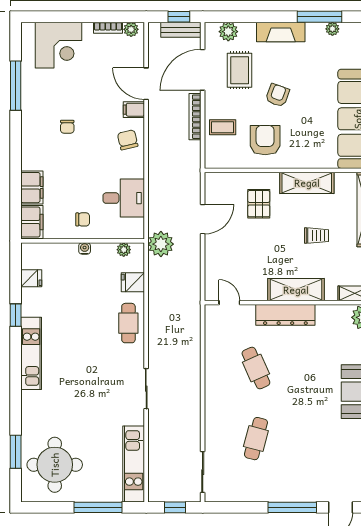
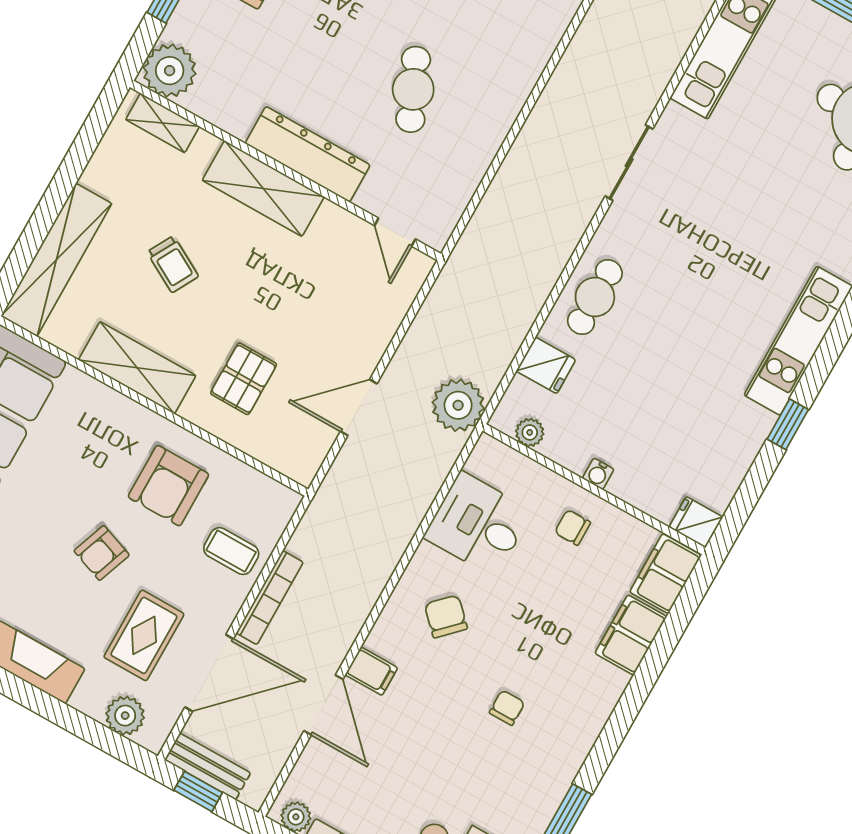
chair: (128, 140) -> (446, 616), moved, turned 148
trolley: (316, 236) -> (173, 264), turned -151
fridge: (31, 278) -> (696, 522), moved

